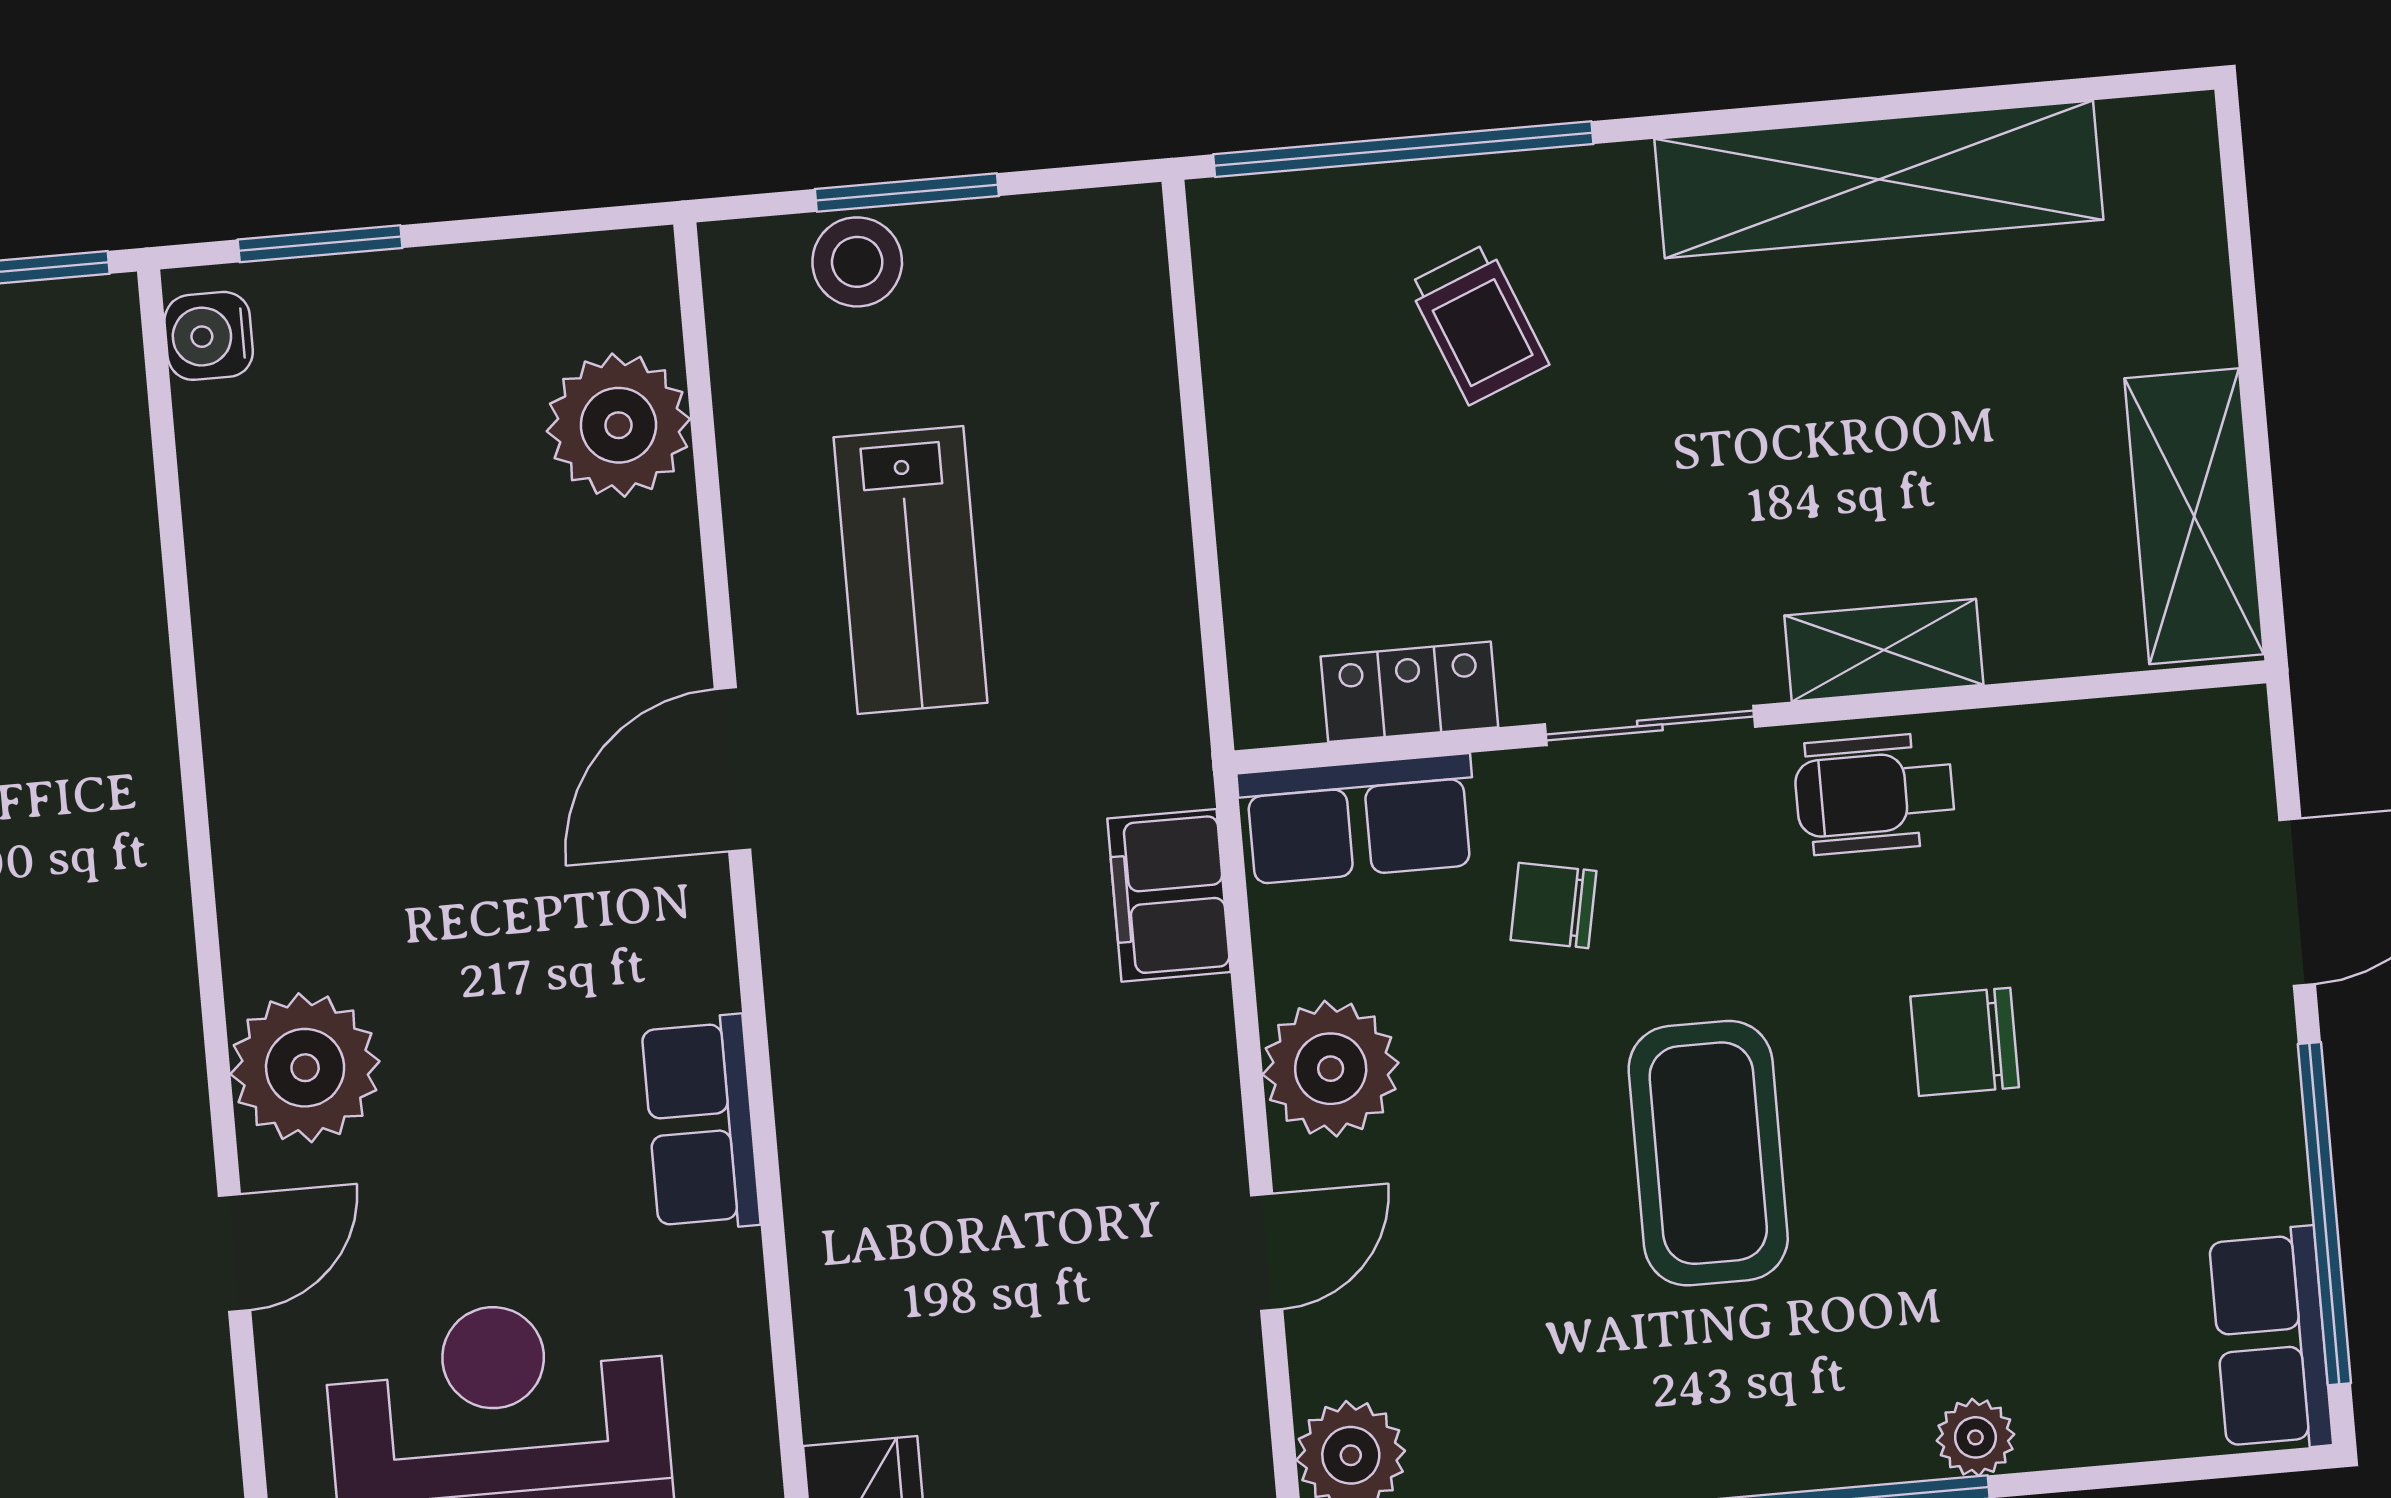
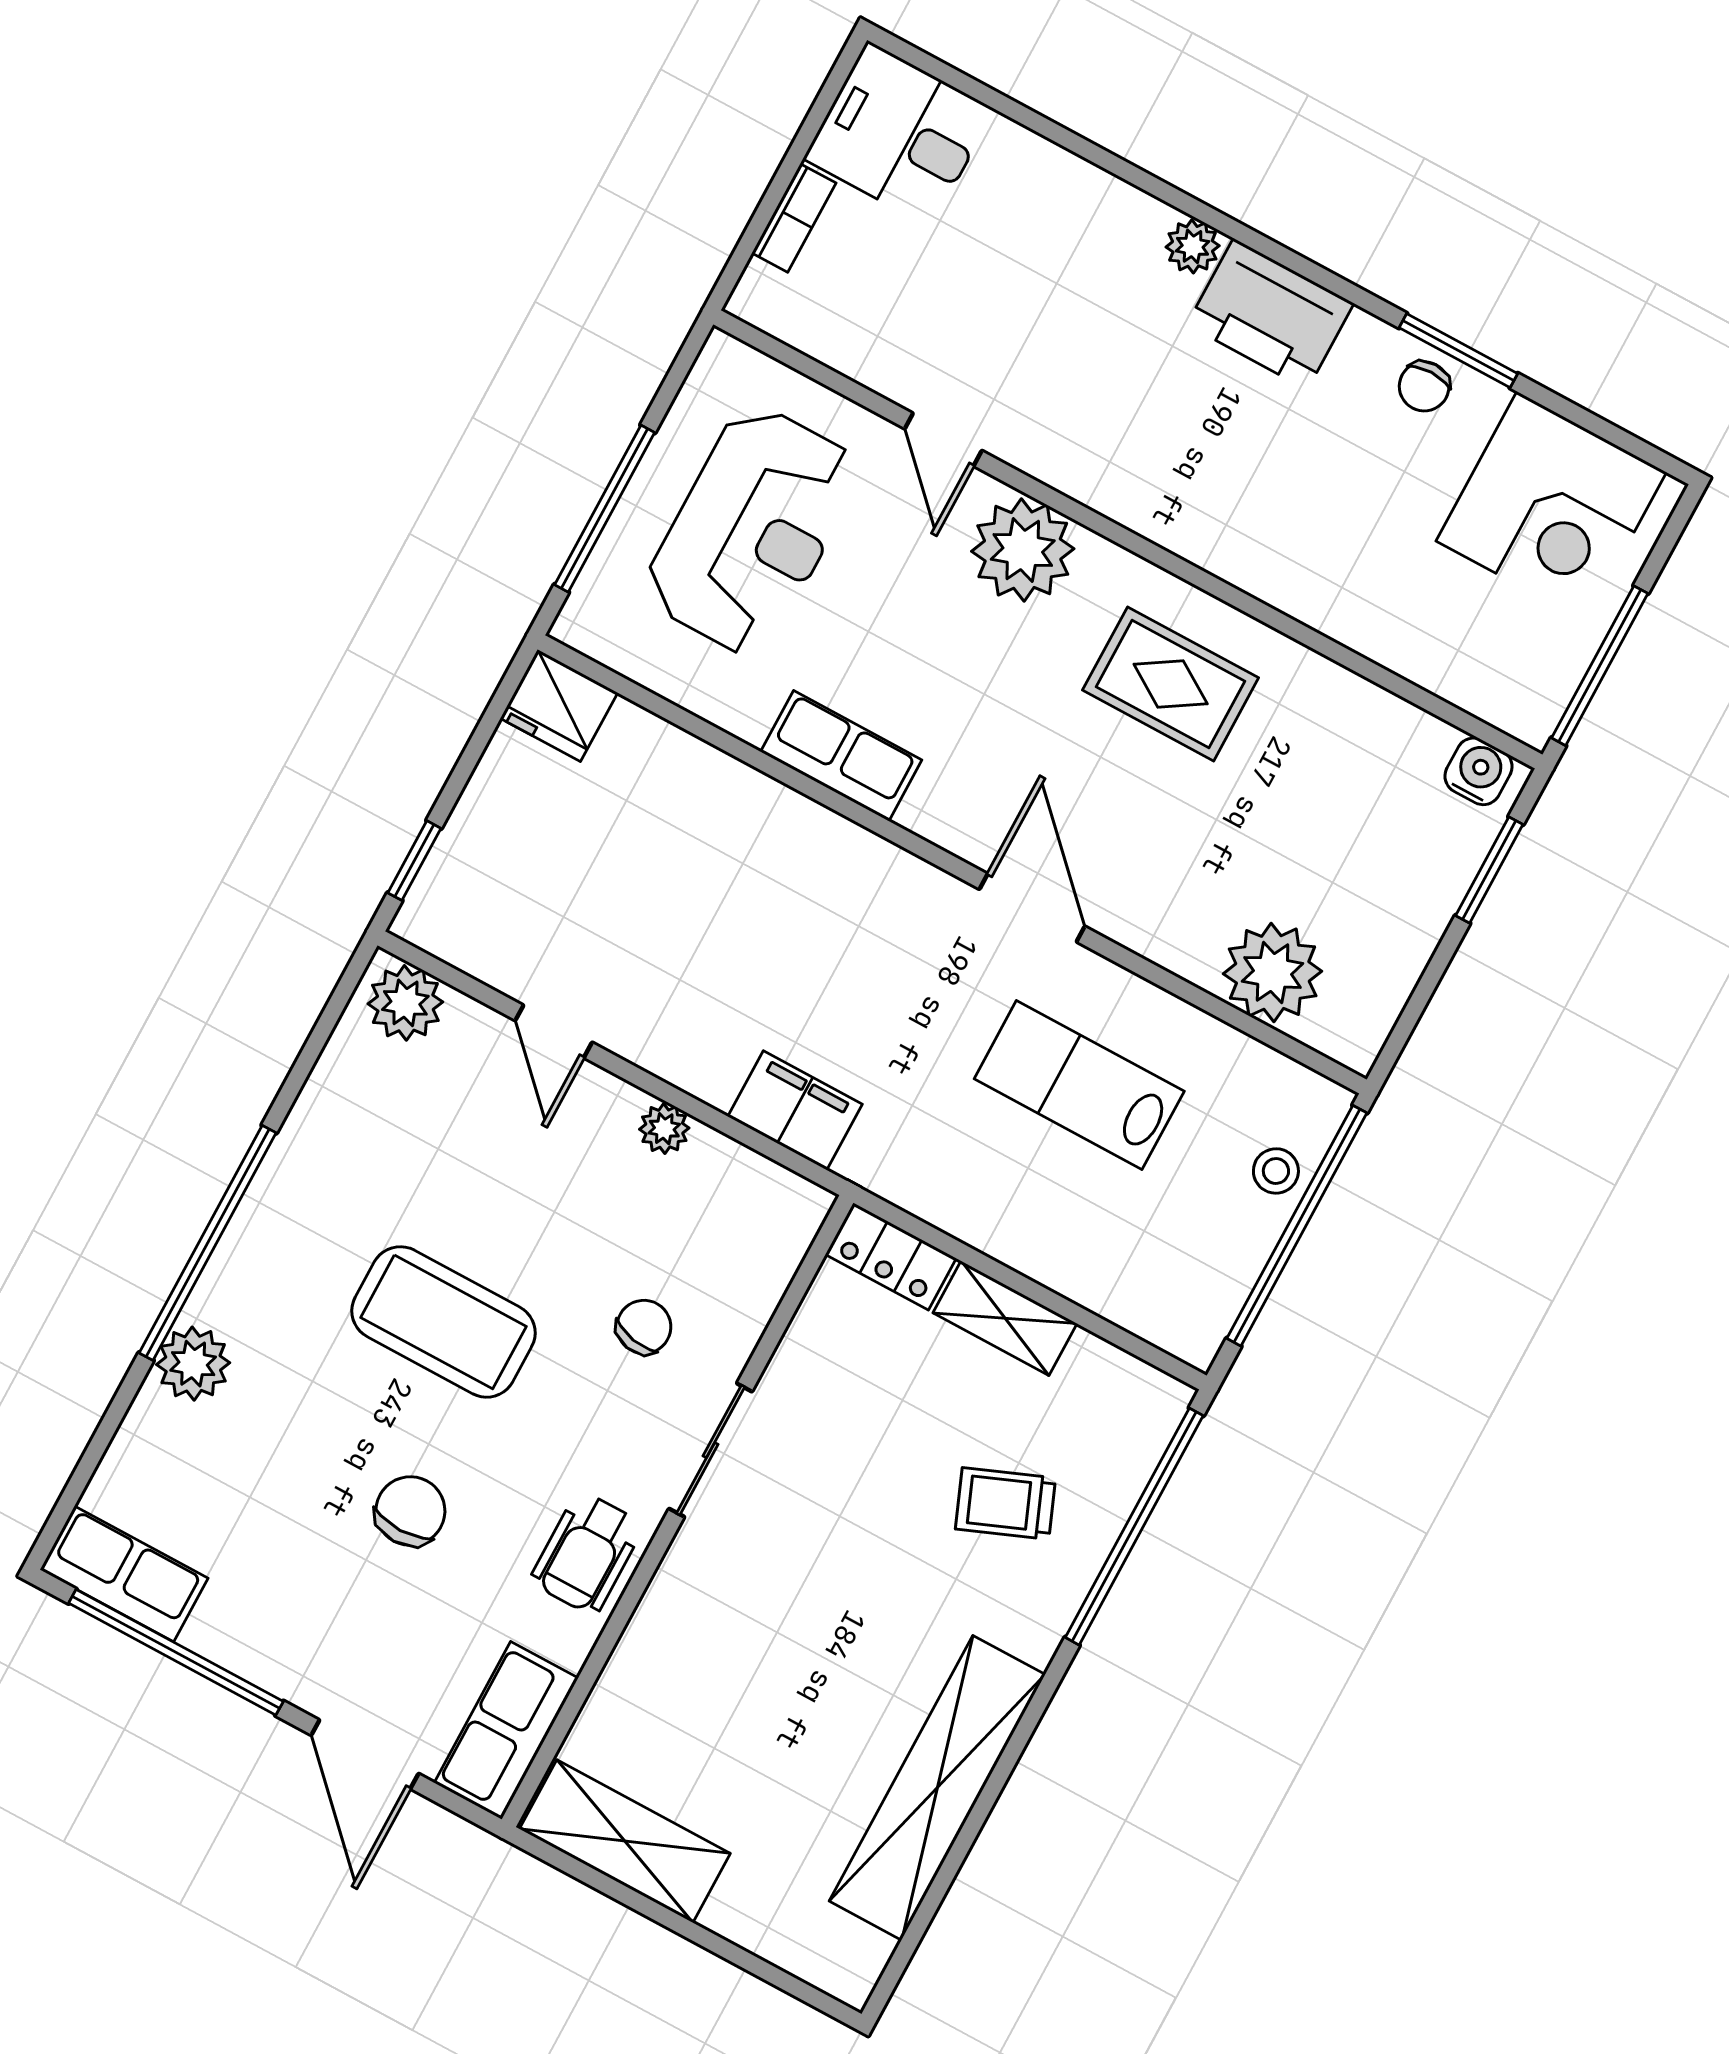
window: (907, 193) -> (1297, 1226), width x2.11
stool: (857, 262) -> (1276, 1171), width x0.73, depth x0.73
shelving: (1884, 650) -> (1005, 1318), moved, turned 90
locker: (1409, 692) -> (891, 1256), moved, turned 90
rug: (349, 781) -> (1171, 684), added
wheelchair: (1875, 794) -> (587, 1553), turned 180
row of seats: (1358, 819) -> (506, 1730), moved
plant: (1331, 1069) -> (664, 1129), width x0.53, depth x0.53
plant: (1975, 1437) -> (193, 1364), width x1.38, depth x1.38

